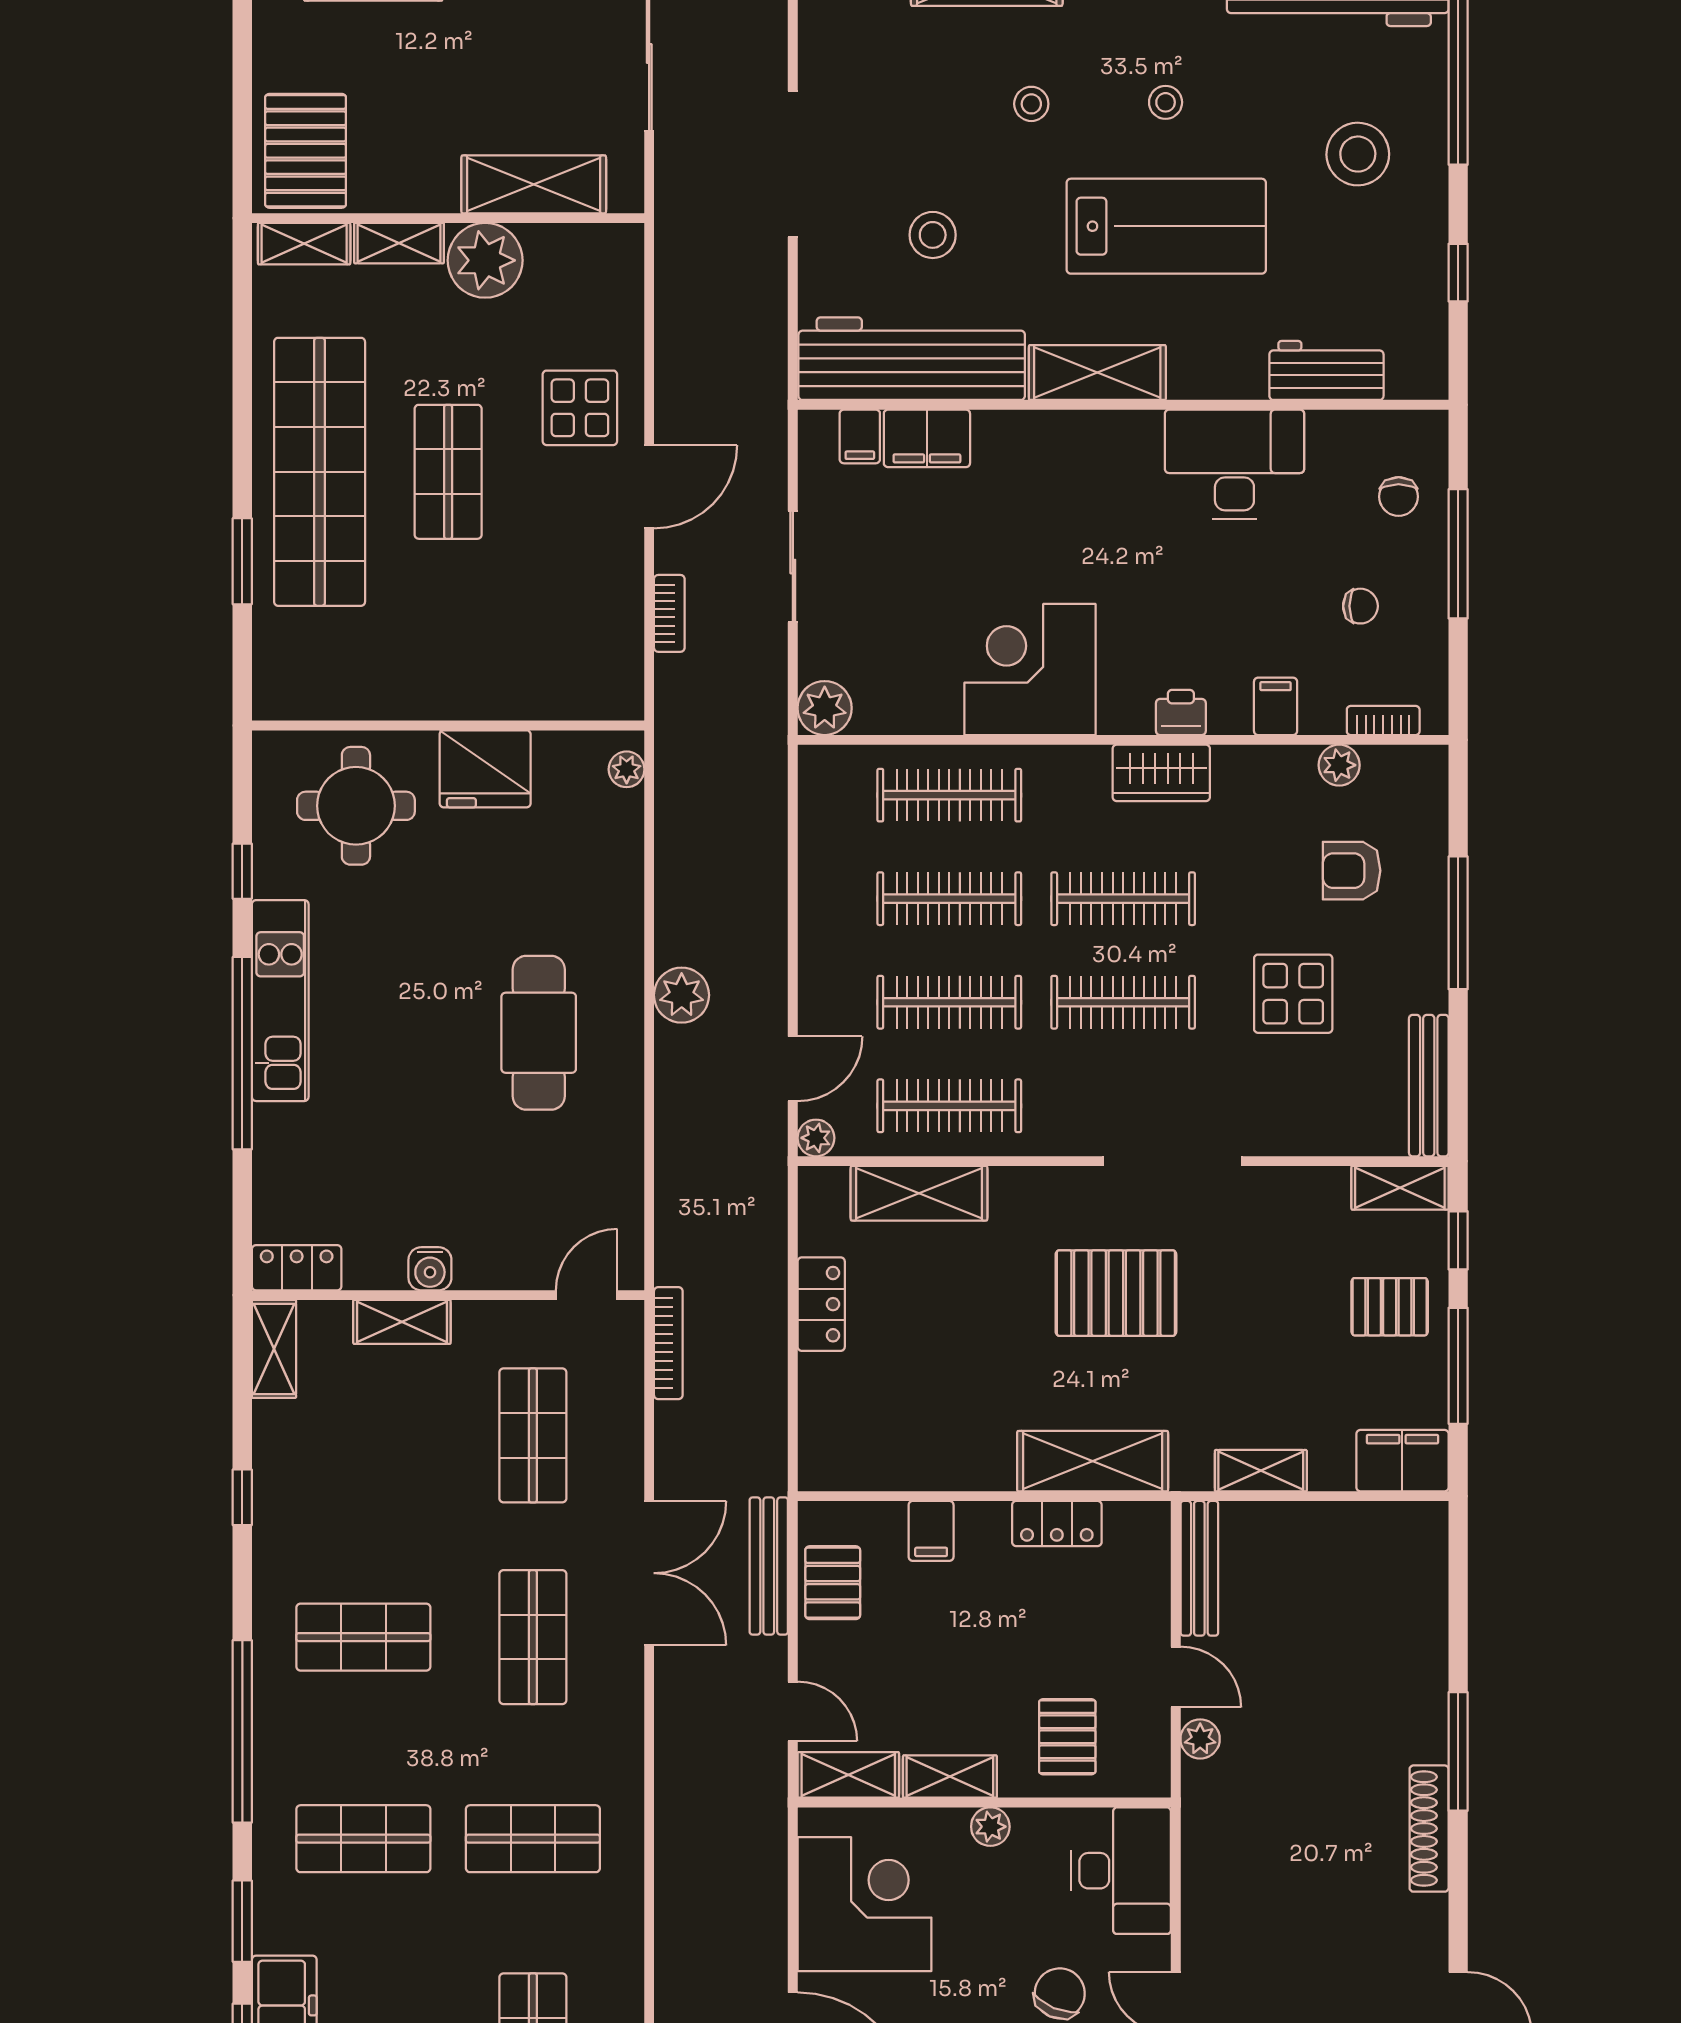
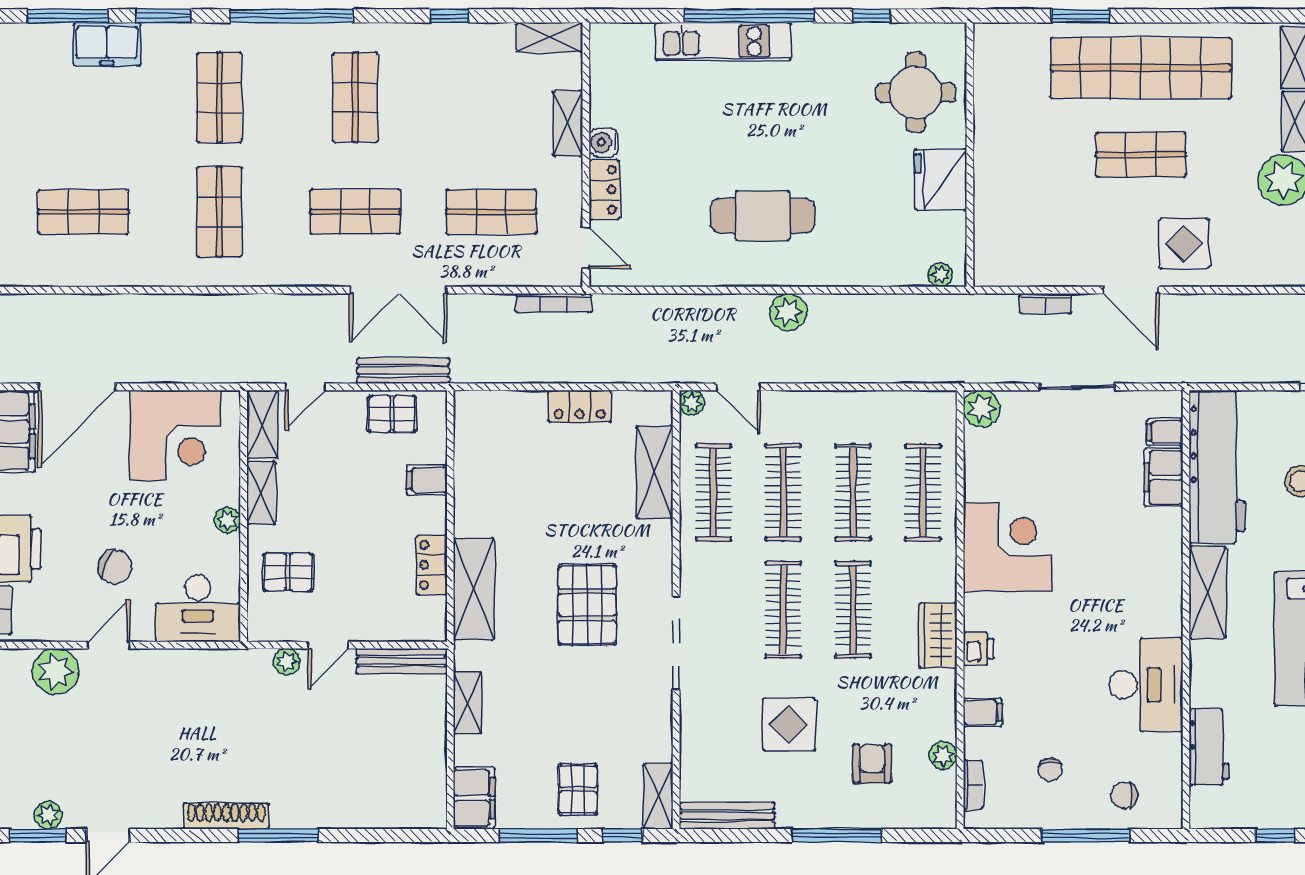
kitchen unit: (280, 1001) -> (723, 41), moved
locker: (297, 1268) -> (604, 190), moved

